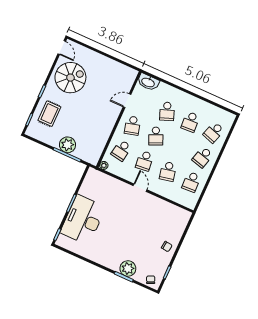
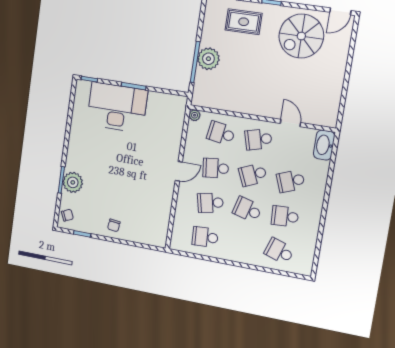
spiral stairs: (70, 78) -> (301, 36), turned 90
school desk: (202, 157) -> (247, 210), moved

